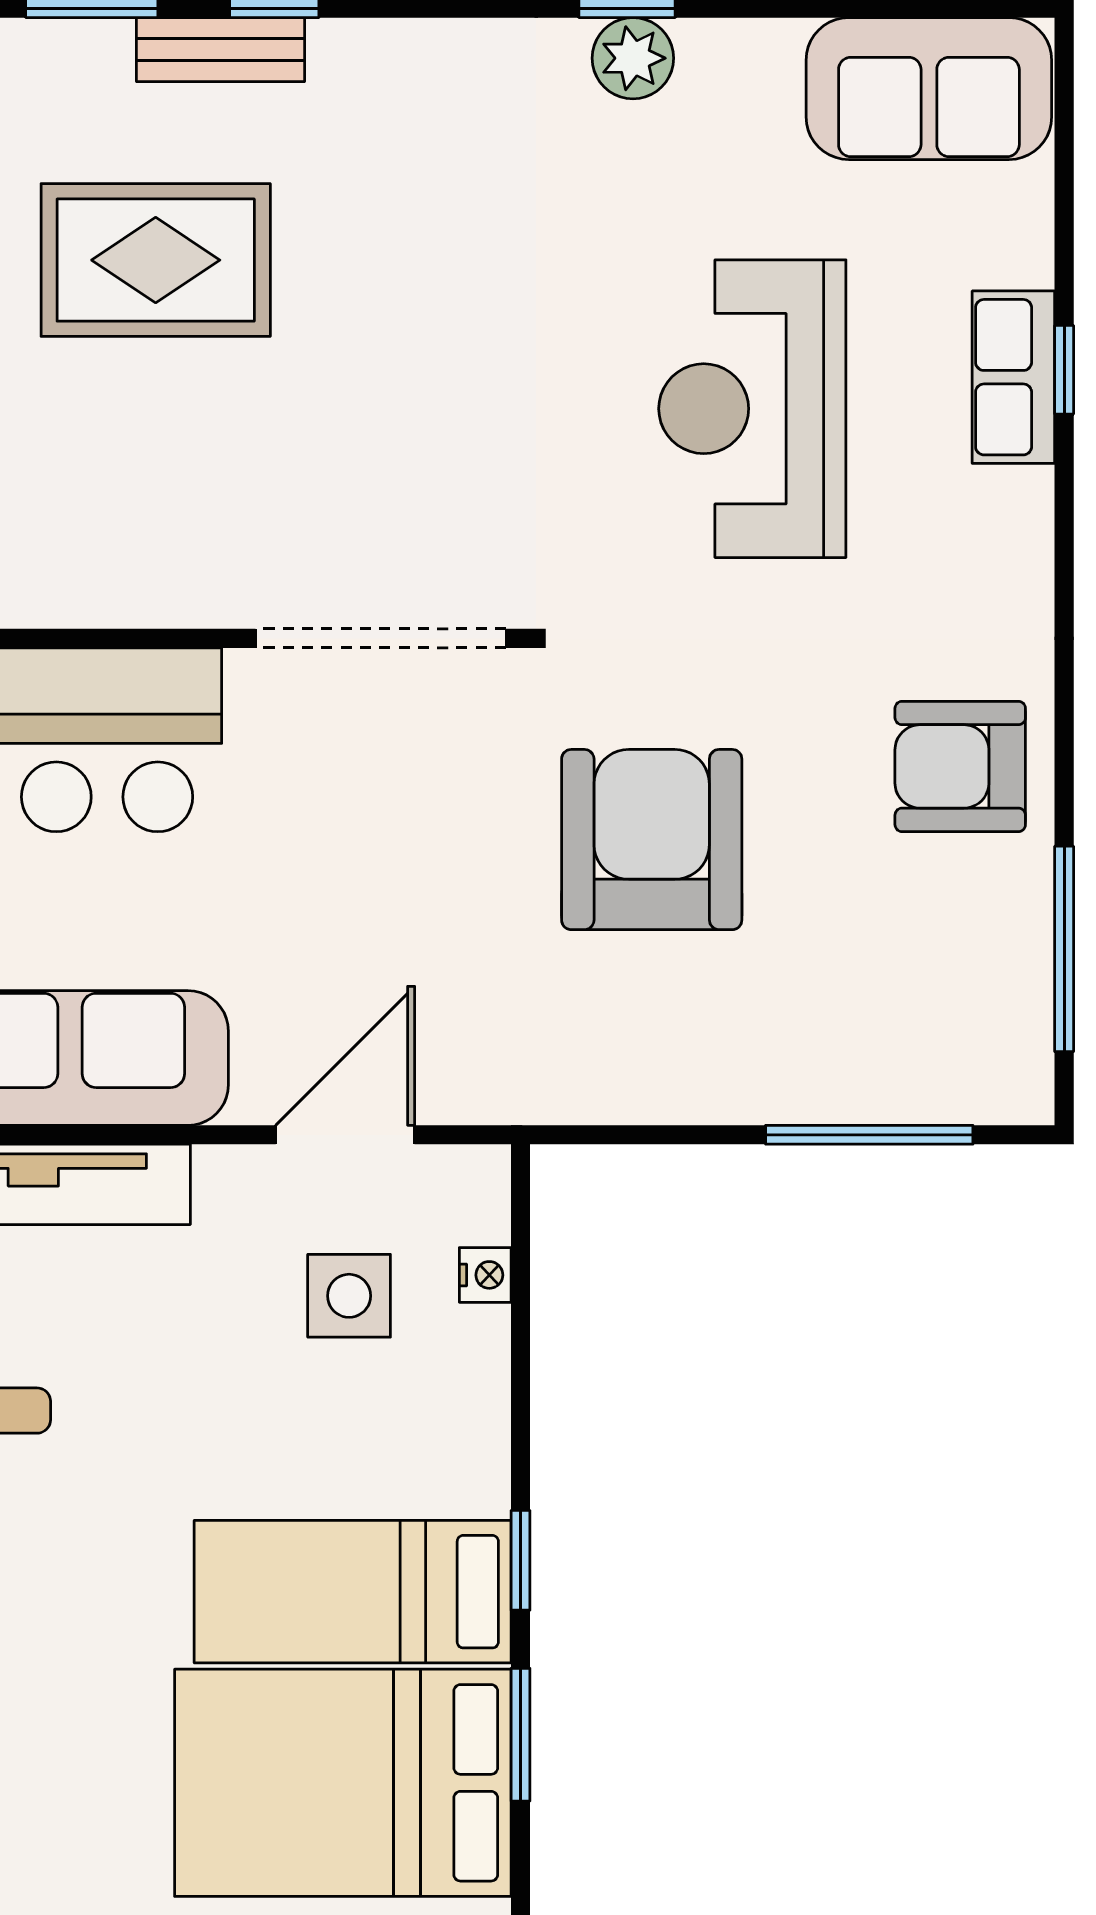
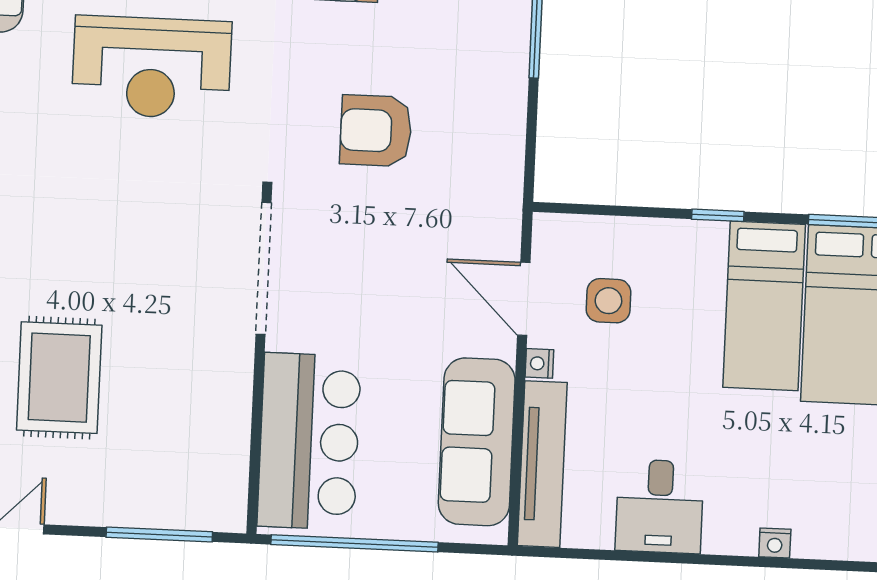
armchair: (652, 840) -> (376, 131), width x0.73, depth x0.73
nightstand: (485, 1275) -> (539, 363), moved, turned -90
window: (521, 1560) -> (718, 215), moved

